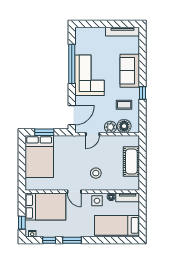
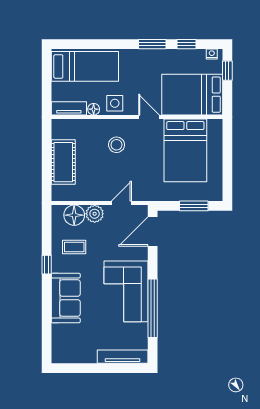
tv unit: (123, 32) -> (123, 357), moved
bed: (39, 157) -> (185, 150), moved, turned 180

